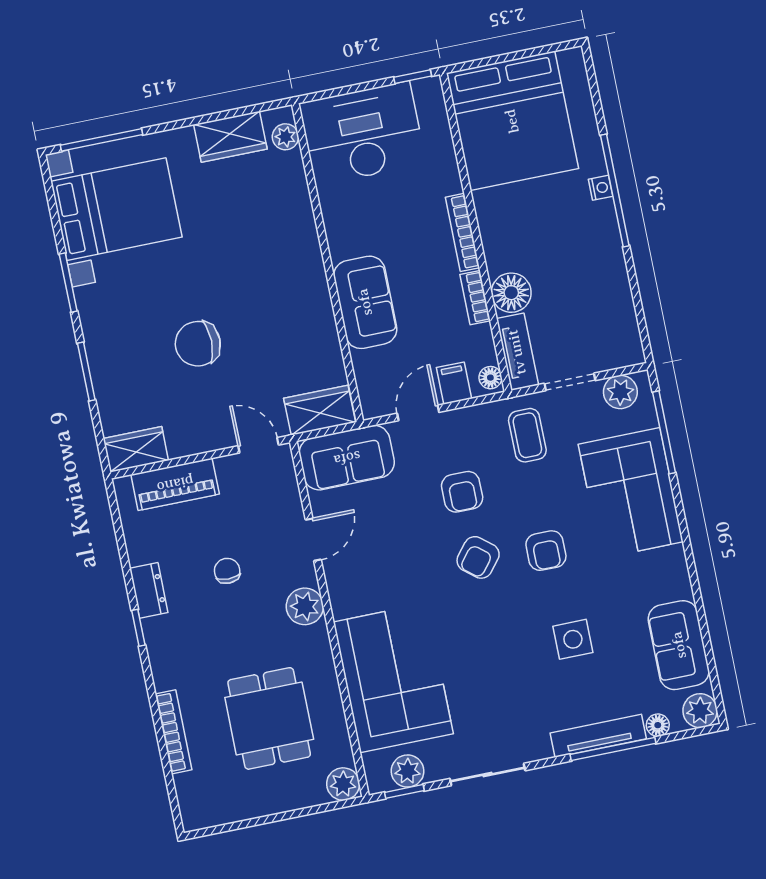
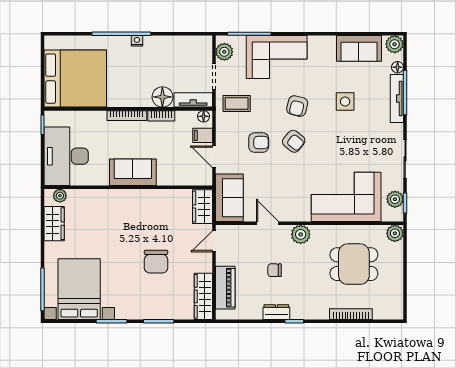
nightstand: (601, 188) -> (137, 41), moved
sofa: (365, 302) -> (133, 172), moved
wardrobe: (136, 449) -> (203, 296), width x1.50
armchair: (546, 551) -> (297, 106), turned 104

